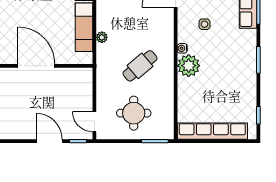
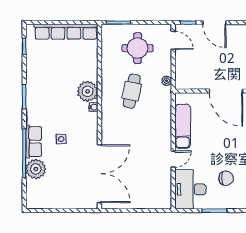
side table: (204, 24) -> (61, 139), moved
plant: (102, 37) -> (167, 81), moved
cafe table: (140, 66) -> (132, 91), turned -38

